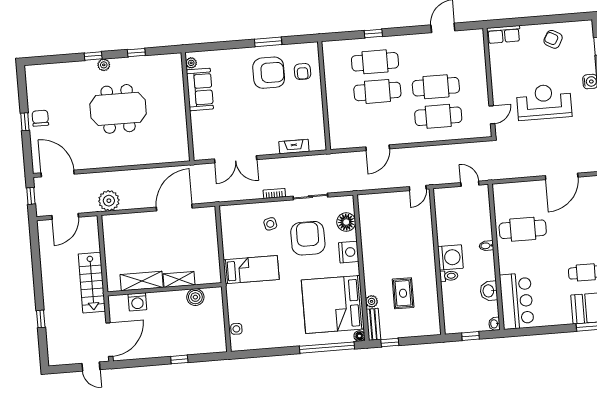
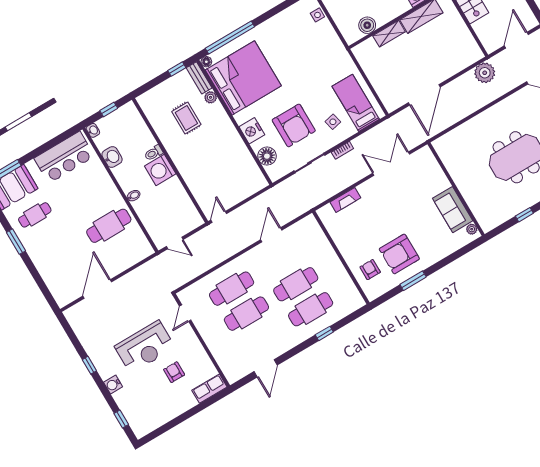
armchair: (553, 39) -> (174, 372), moved, turned -119
bed: (251, 270) -> (356, 103), moved, turned 90
bar counter: (517, 301) -> (64, 157), moved, turned -90

